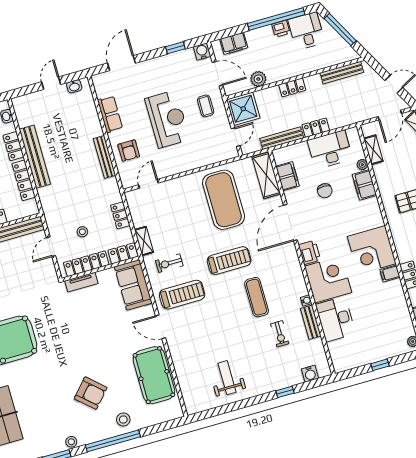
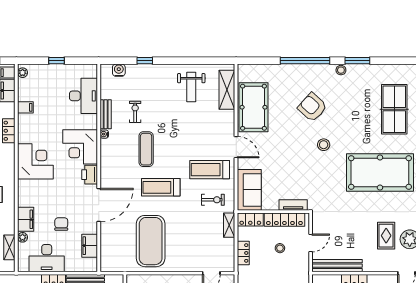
shelving: (266, 175) -> (227, 90), moved
filing cabinet: (390, 273) -> (25, 107), moved
desk: (336, 319) -> (83, 96), moved
stool: (123, 419) -> (324, 145), moved

